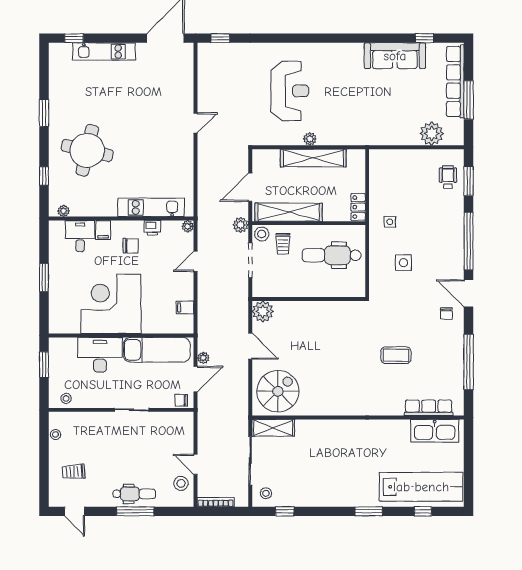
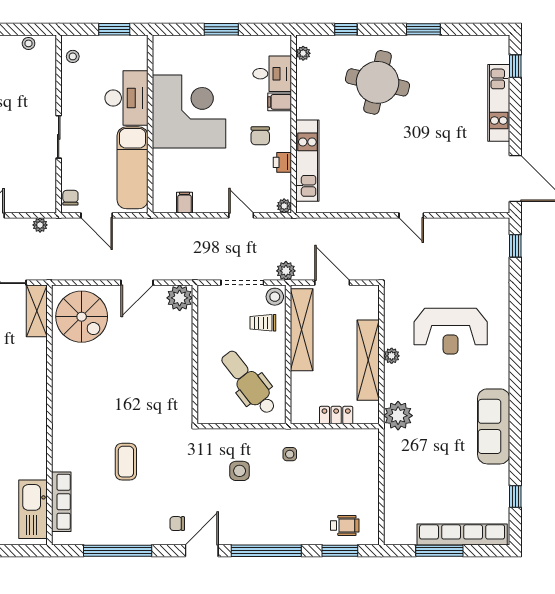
sofa: (395, 56) -> (494, 426), moved
plant: (432, 134) -> (398, 416), moved
locker: (358, 207) -> (336, 415), moved
dental chair: (332, 255) -> (249, 383), turned -38
plant: (203, 358) -> (40, 225), moved

